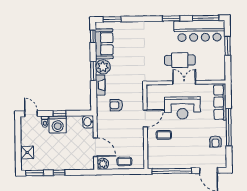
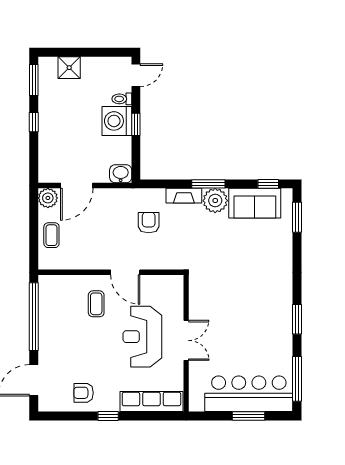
bar counter: (199, 31) -> (249, 394), moved, turned 90
cafe table: (180, 60) -> (225, 333), removed
window: (229, 127) -> (108, 416), width x0.32

